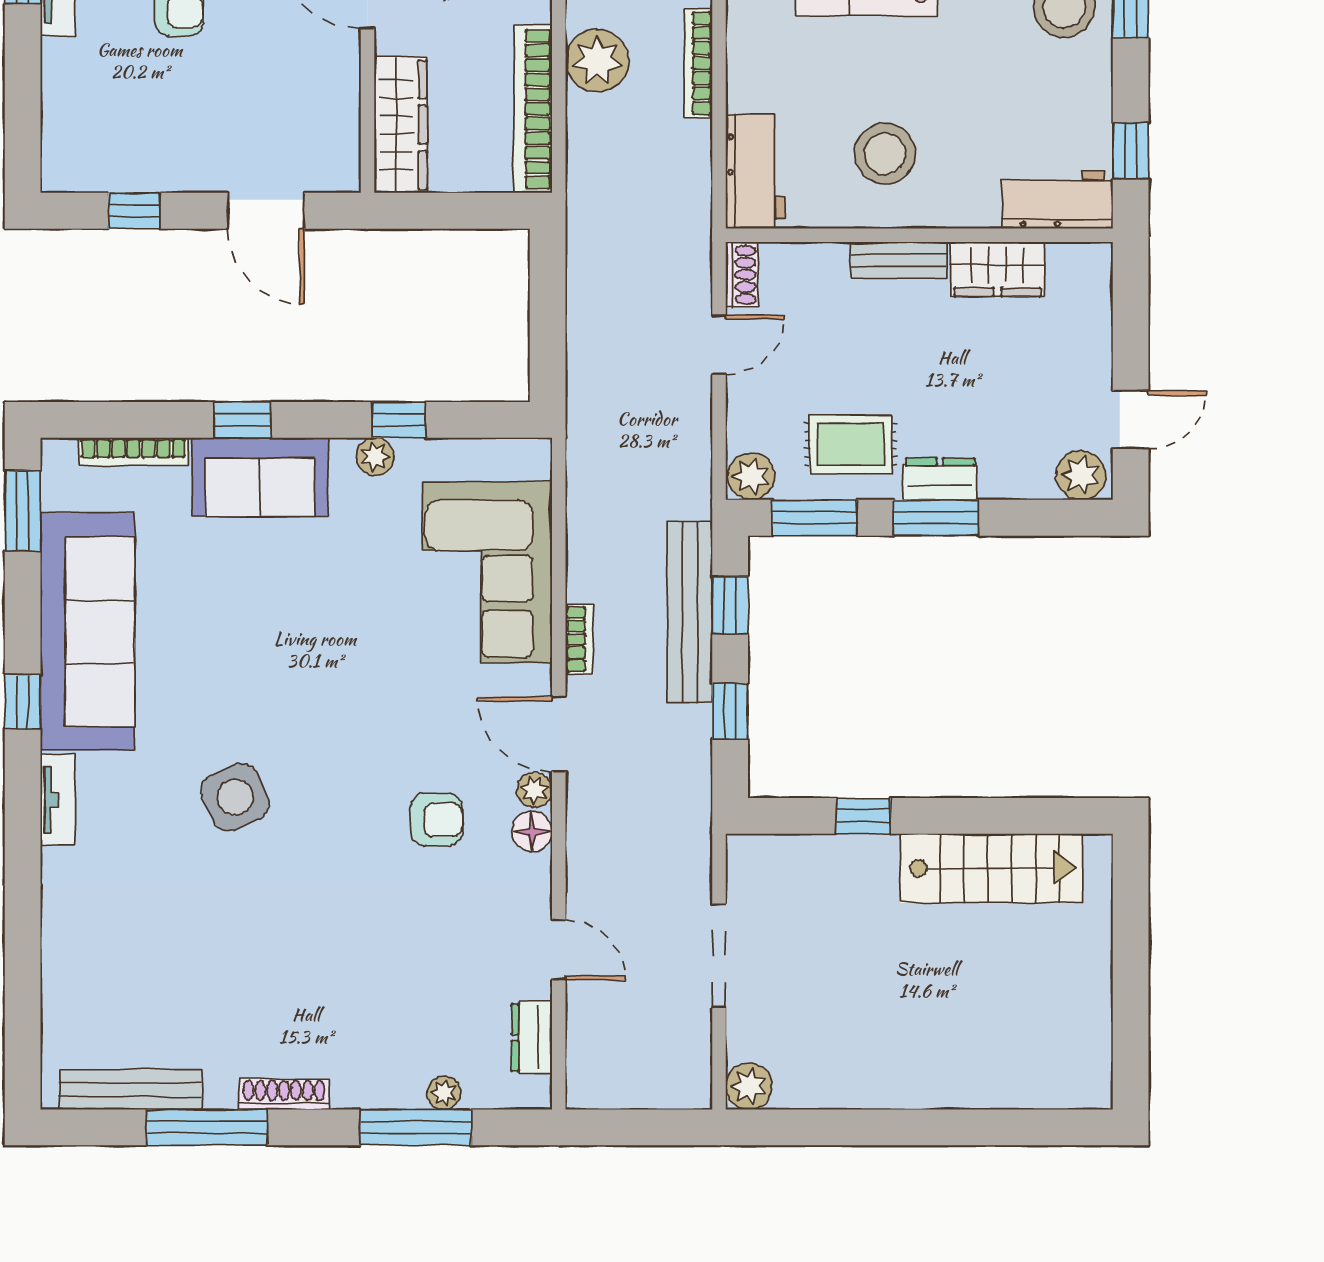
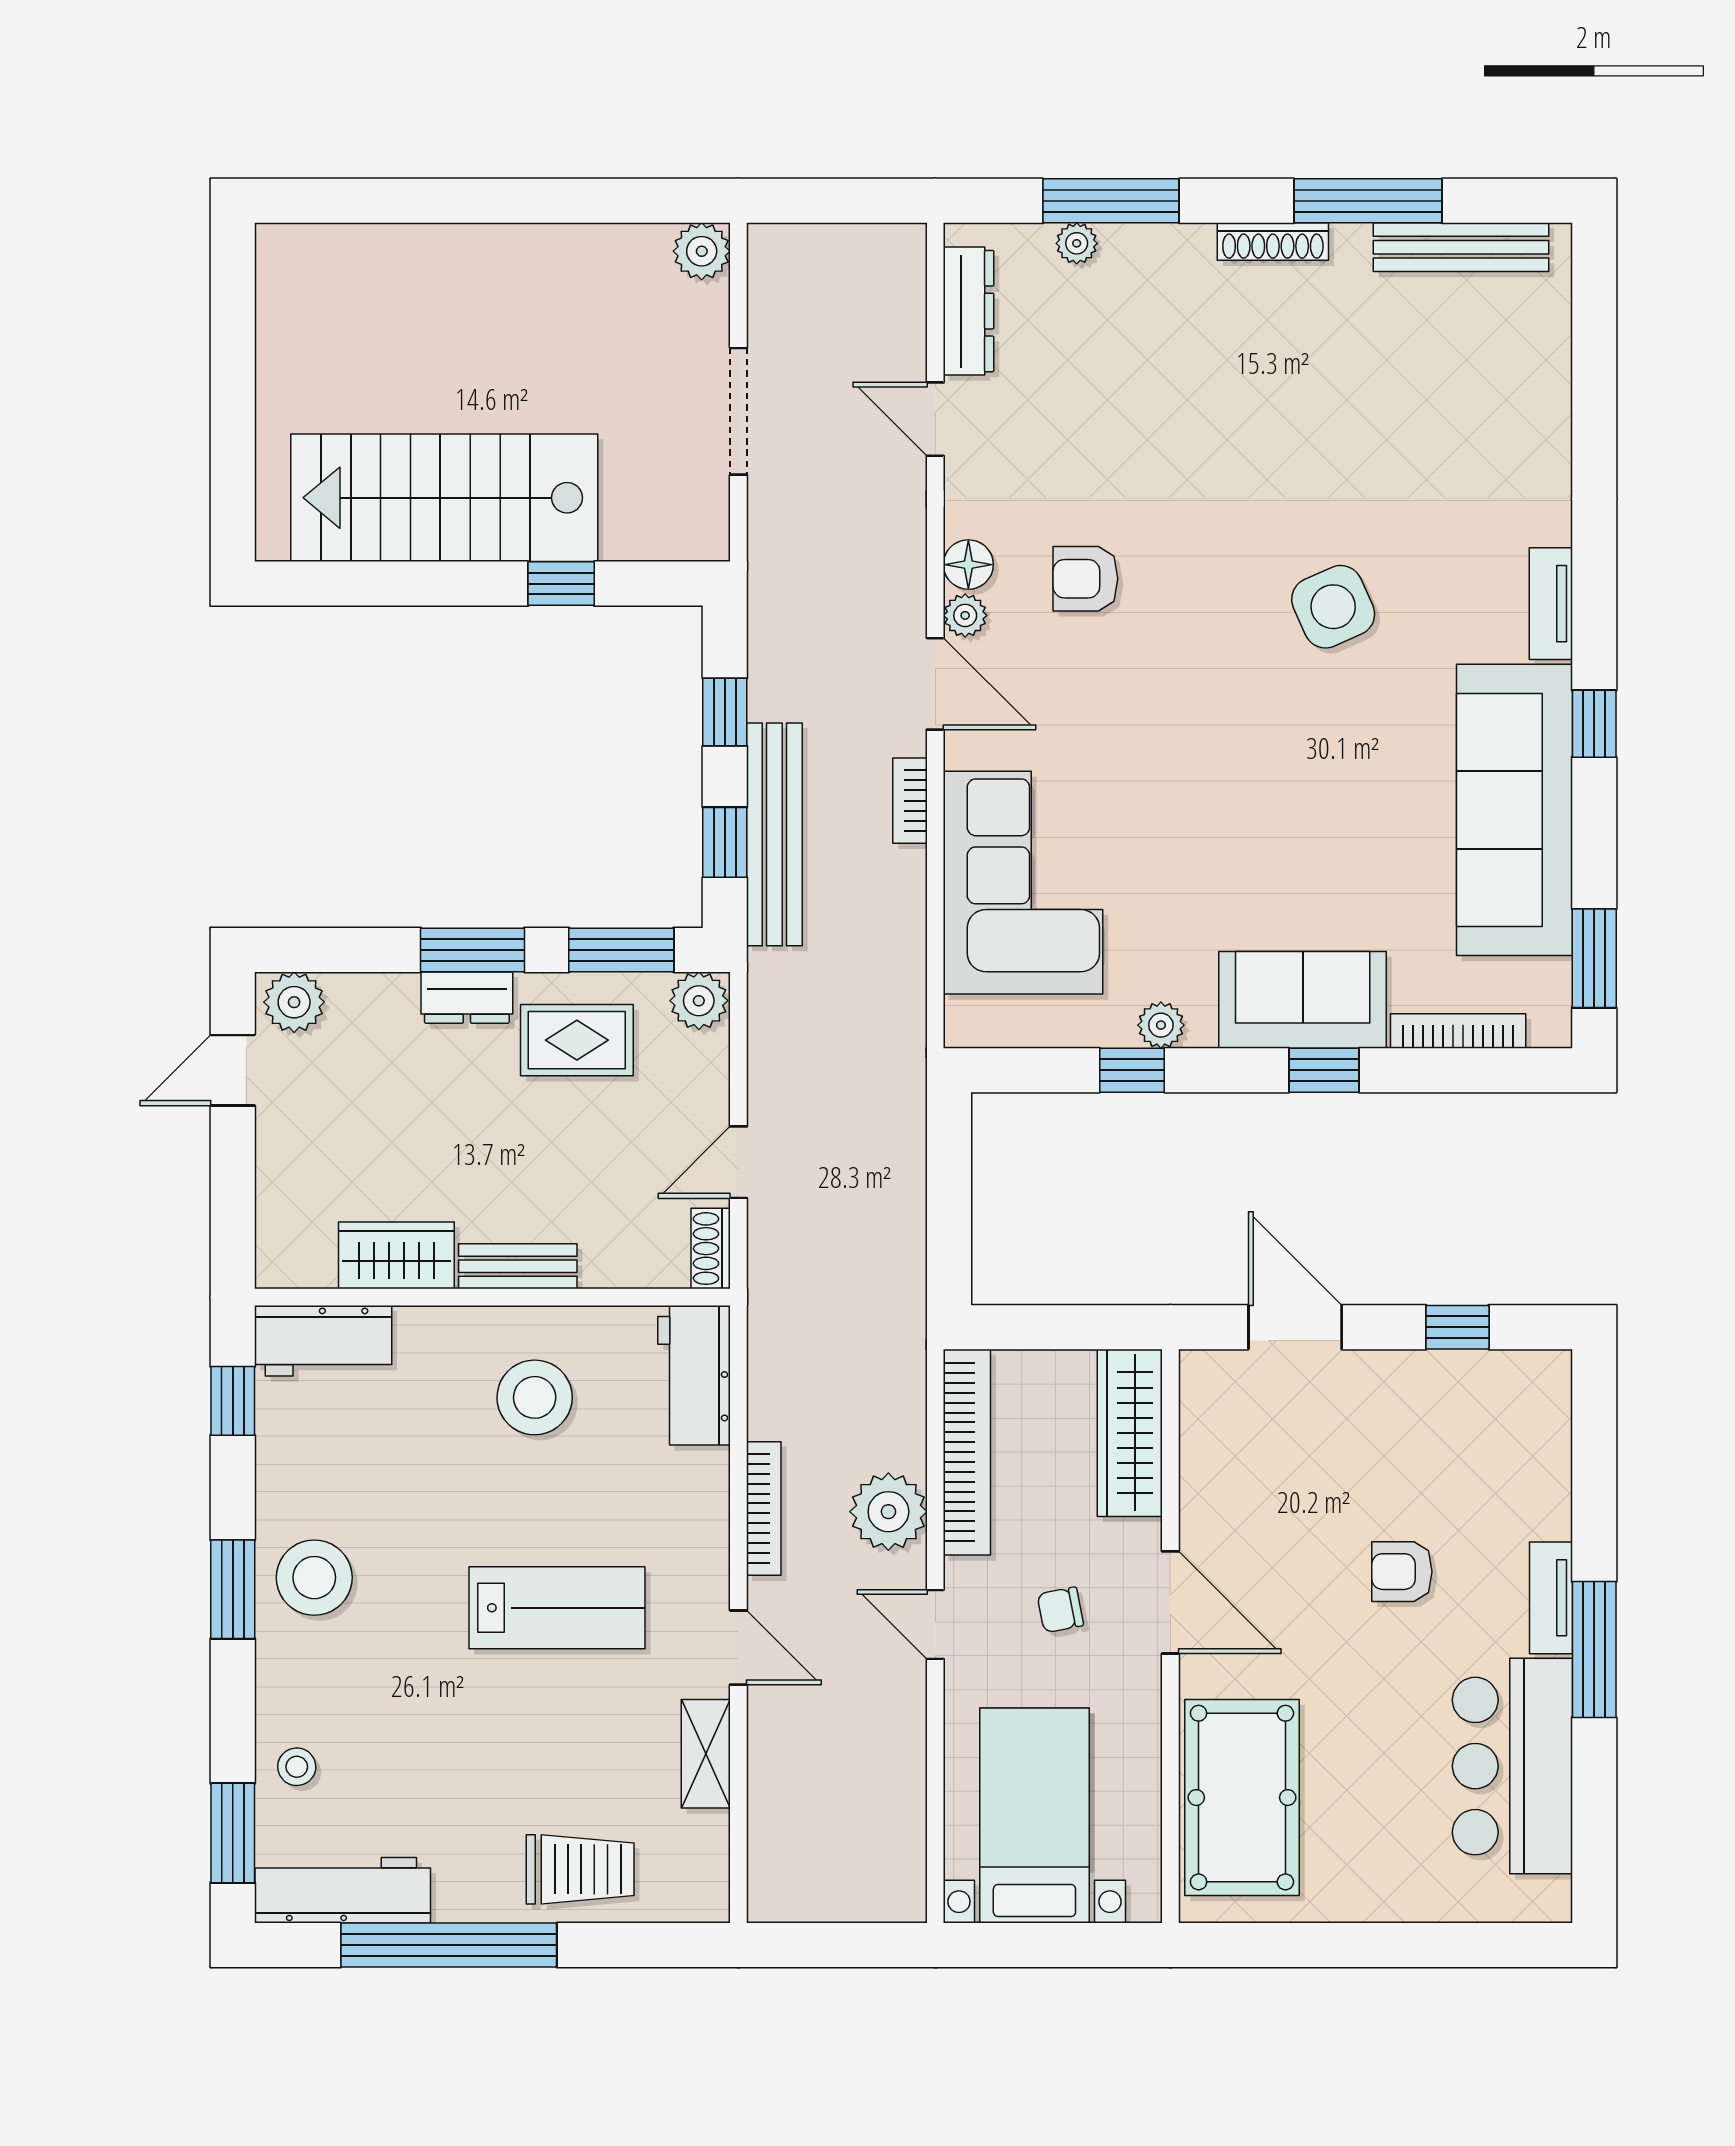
stairs: (992, 868) -> (444, 498), width x1.36, depth x1.51
dresser: (532, 1038) -> (969, 311), width x1.44

